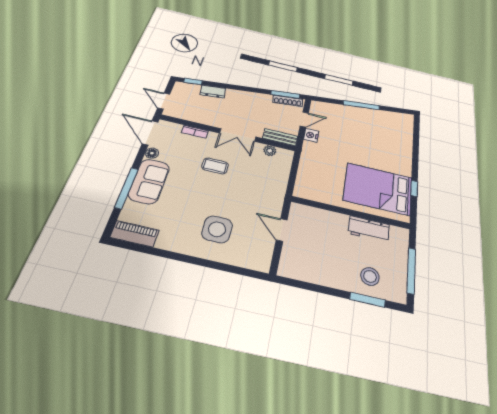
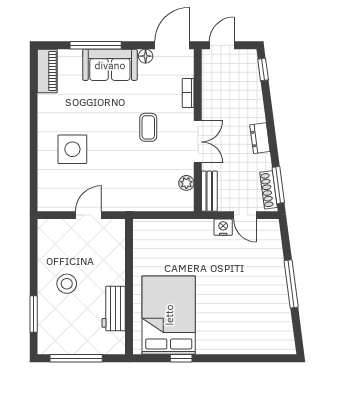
dresser: (213, 92) -> (260, 138), moved
double door: (238, 135) -> (198, 142), swing flipped
stool: (370, 276) -> (67, 284), moved

